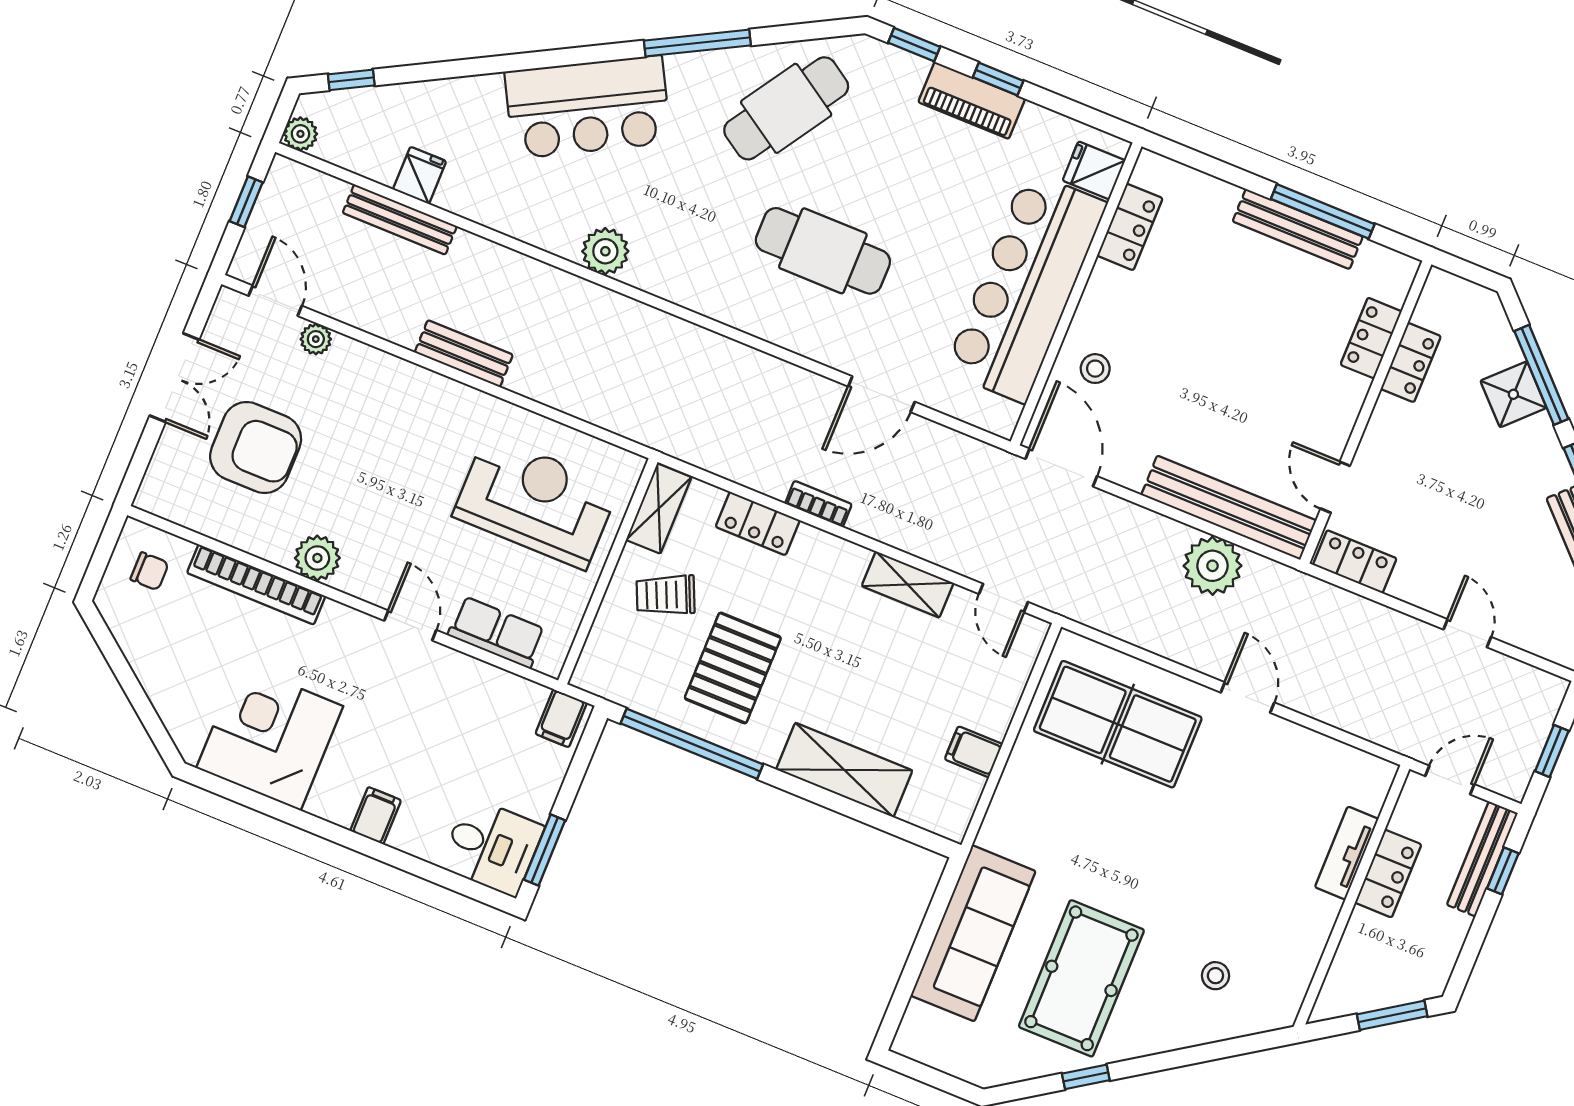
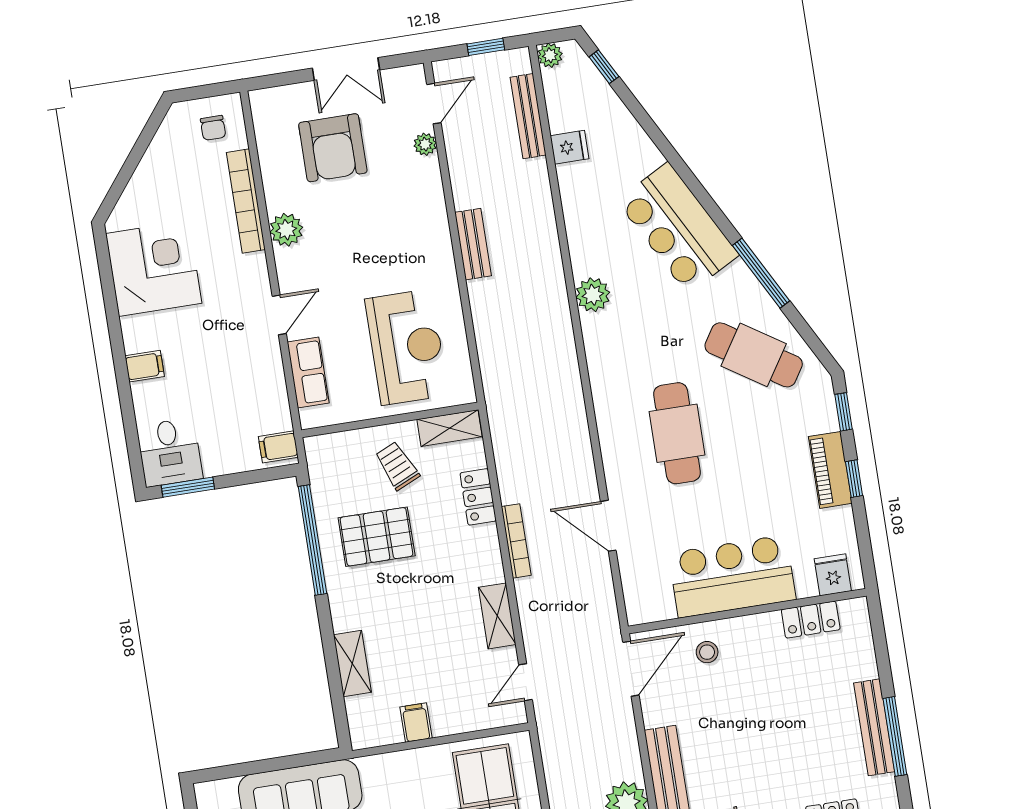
bench: (400, 220) -> (528, 116), moved
bar counter: (1026, 287) -> (732, 576), width x0.73
bookcase: (818, 504) -> (516, 541), width x1.56
shelving: (844, 770) -> (352, 663), width x0.67, depth x0.75

